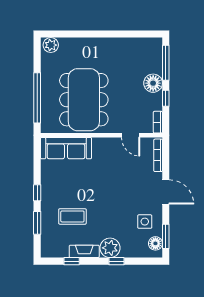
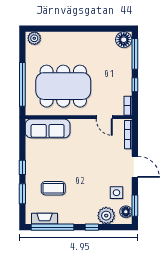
floor lamp: (153, 83) -> (124, 40), moved
dining table: (84, 100) -> (63, 86), turned 90
plant: (110, 248) -> (106, 216), moved
fireplace: (84, 251) -> (45, 219), moved
window: (72, 261) -> (53, 227), width x3.17

